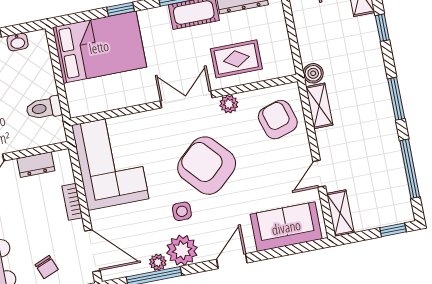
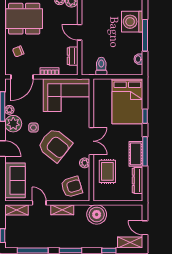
boiler: (313, 73) -> (97, 214), width x1.86, depth x1.86
shelving: (319, 106) -> (62, 210), moved
armchair: (207, 166) -> (55, 145), turned 80

